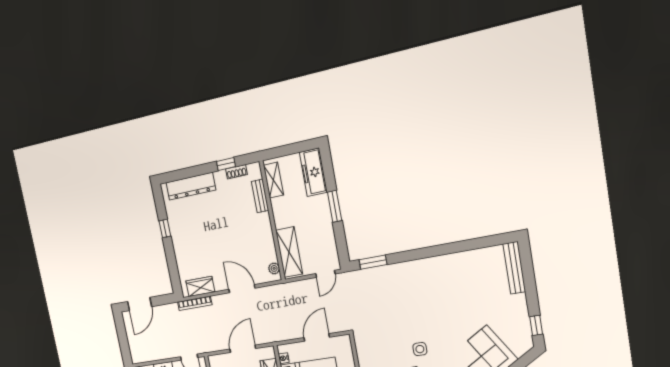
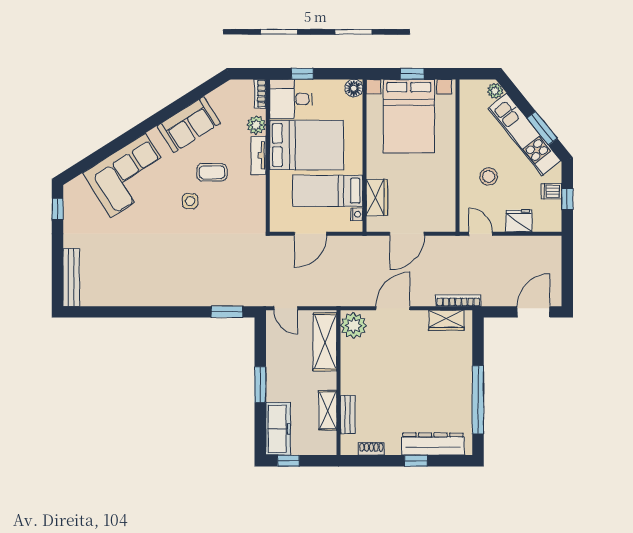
window: (300, 147) -> (288, 461), added
window: (226, 164) -> (416, 461), moved
shelving: (273, 180) -> (328, 410), moved
window: (165, 228) -> (478, 400), width x3.17
plant: (274, 268) -> (353, 326), width x1.88, depth x1.88
door: (325, 274) -> (286, 308), swing flipped
door: (242, 289) -> (393, 308), swing flipped

